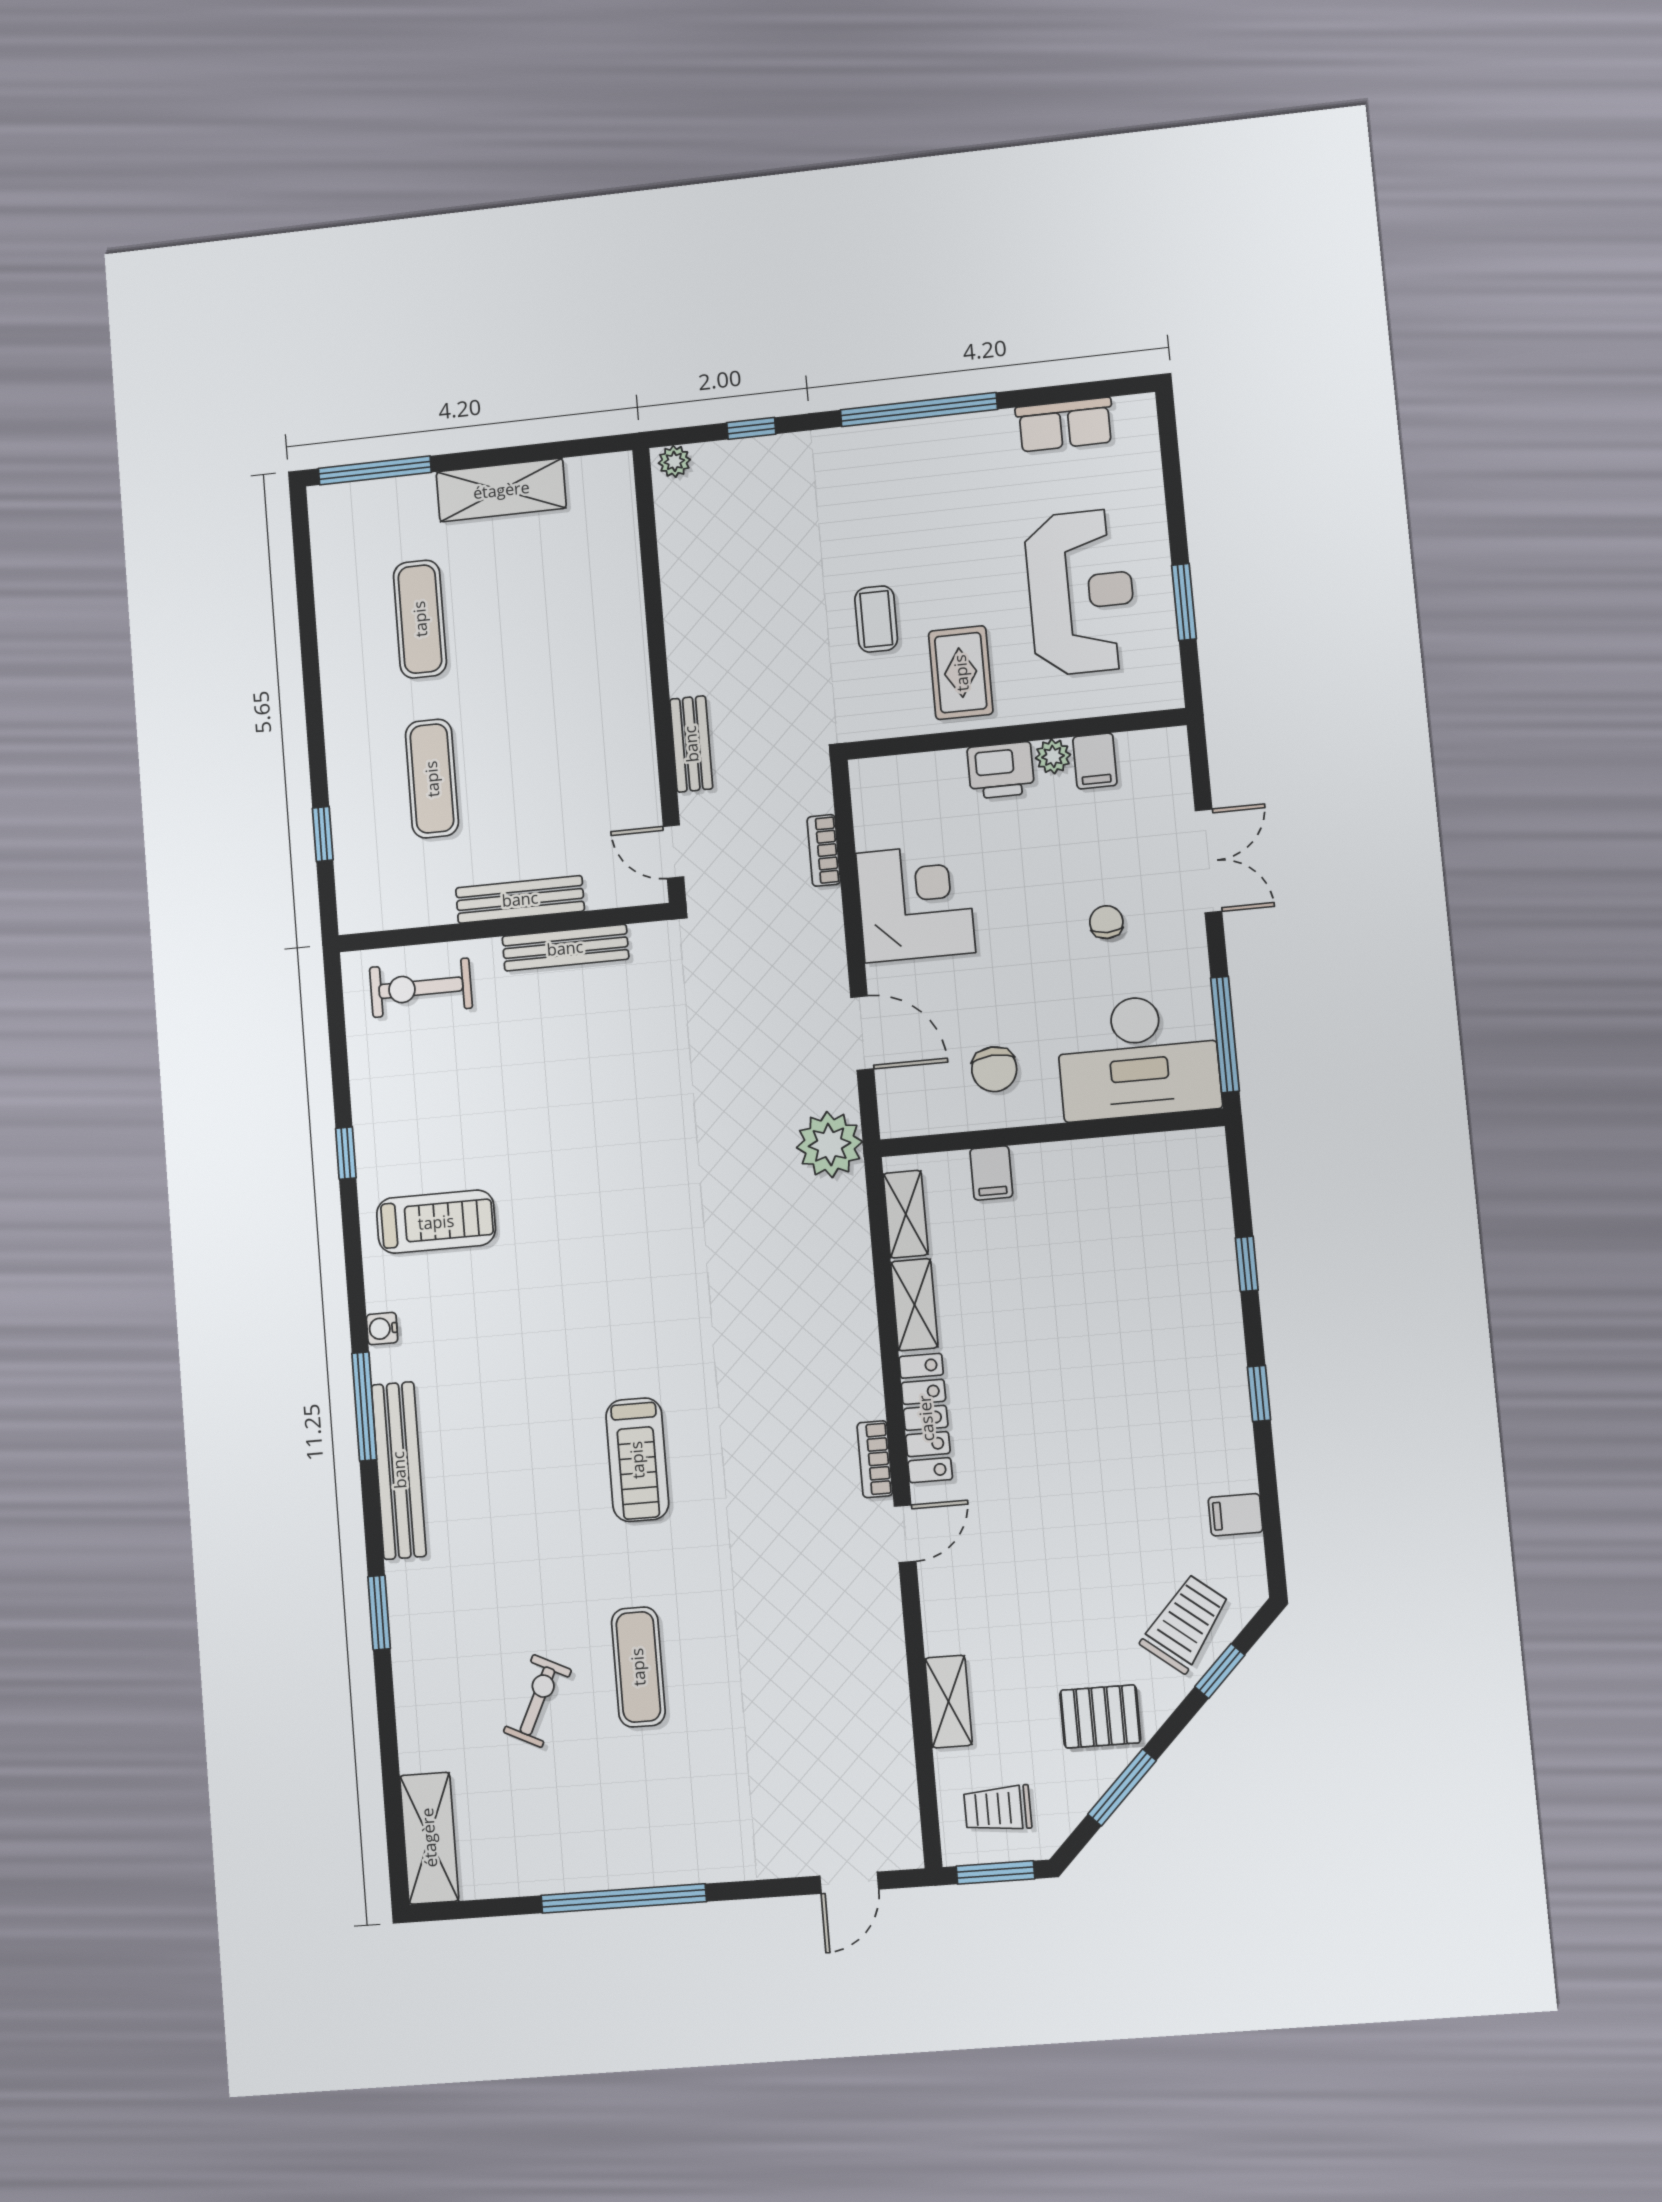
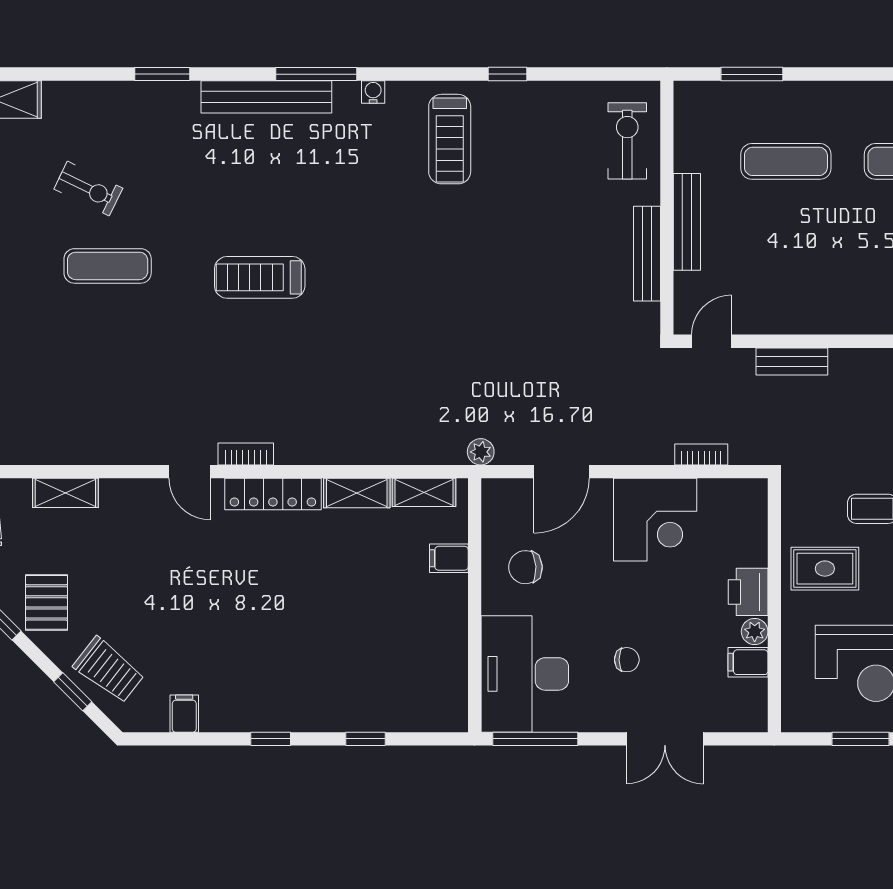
window: (323, 834) -> (752, 74), width x1.50
plant: (830, 1145) -> (481, 452), width x0.53, depth x0.53

